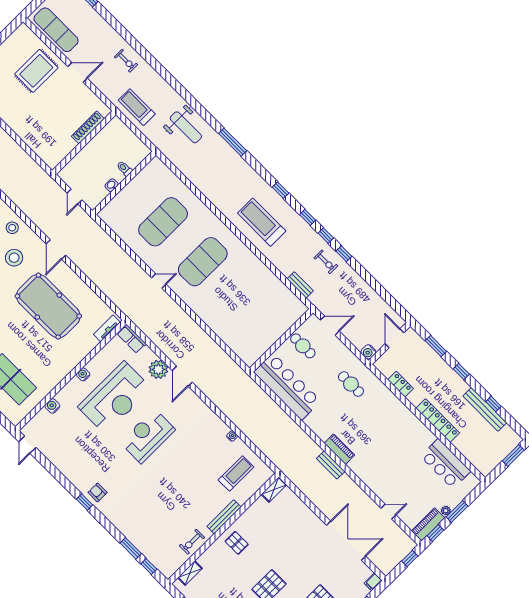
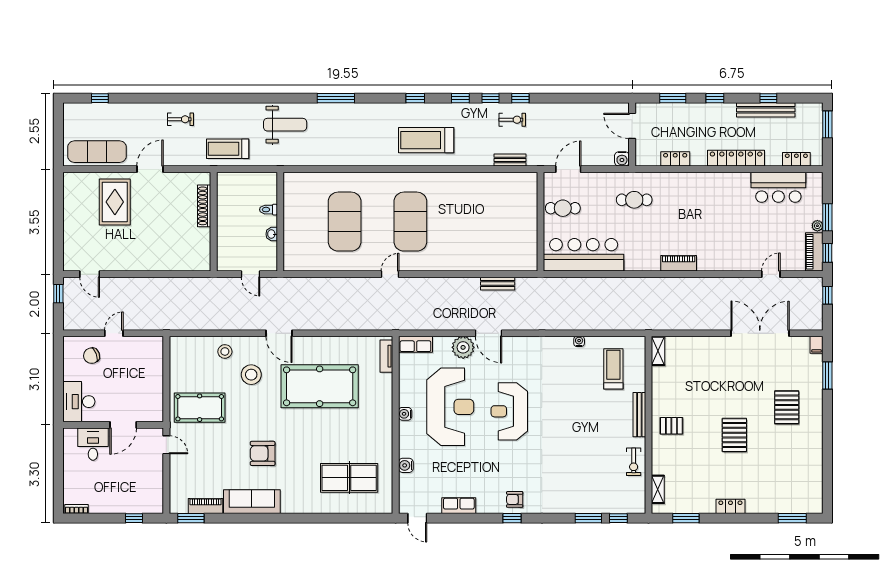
locker: (473, 458) -> (796, 159), added
row of seats: (60, 462) -> (459, 506), added
bench: (331, 465) -> (498, 284), moved

